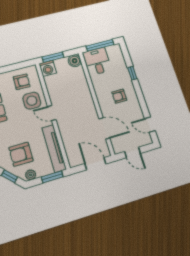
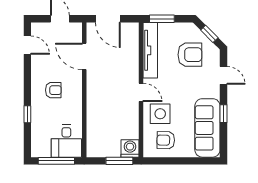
boiler: (75, 61) -> (94, 149), removed
plant: (31, 175) -> (185, 28), removed

